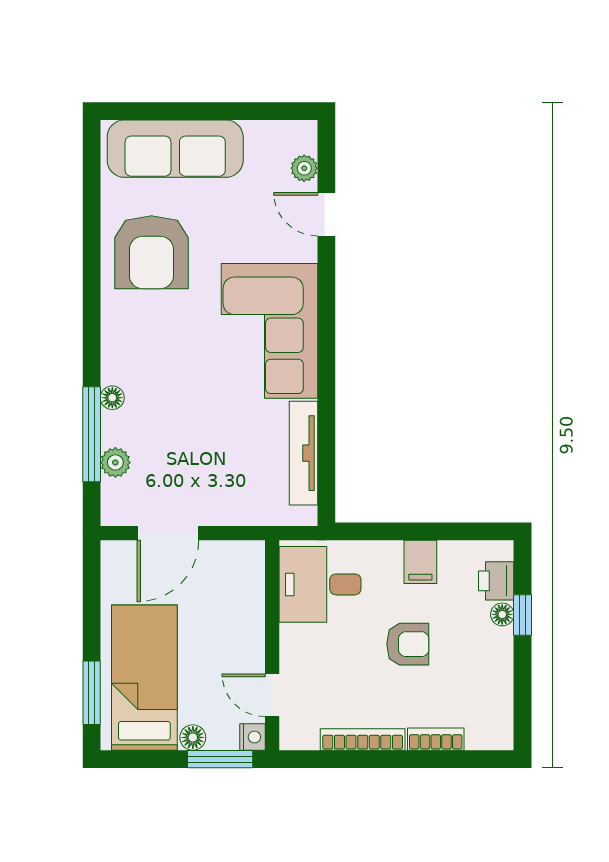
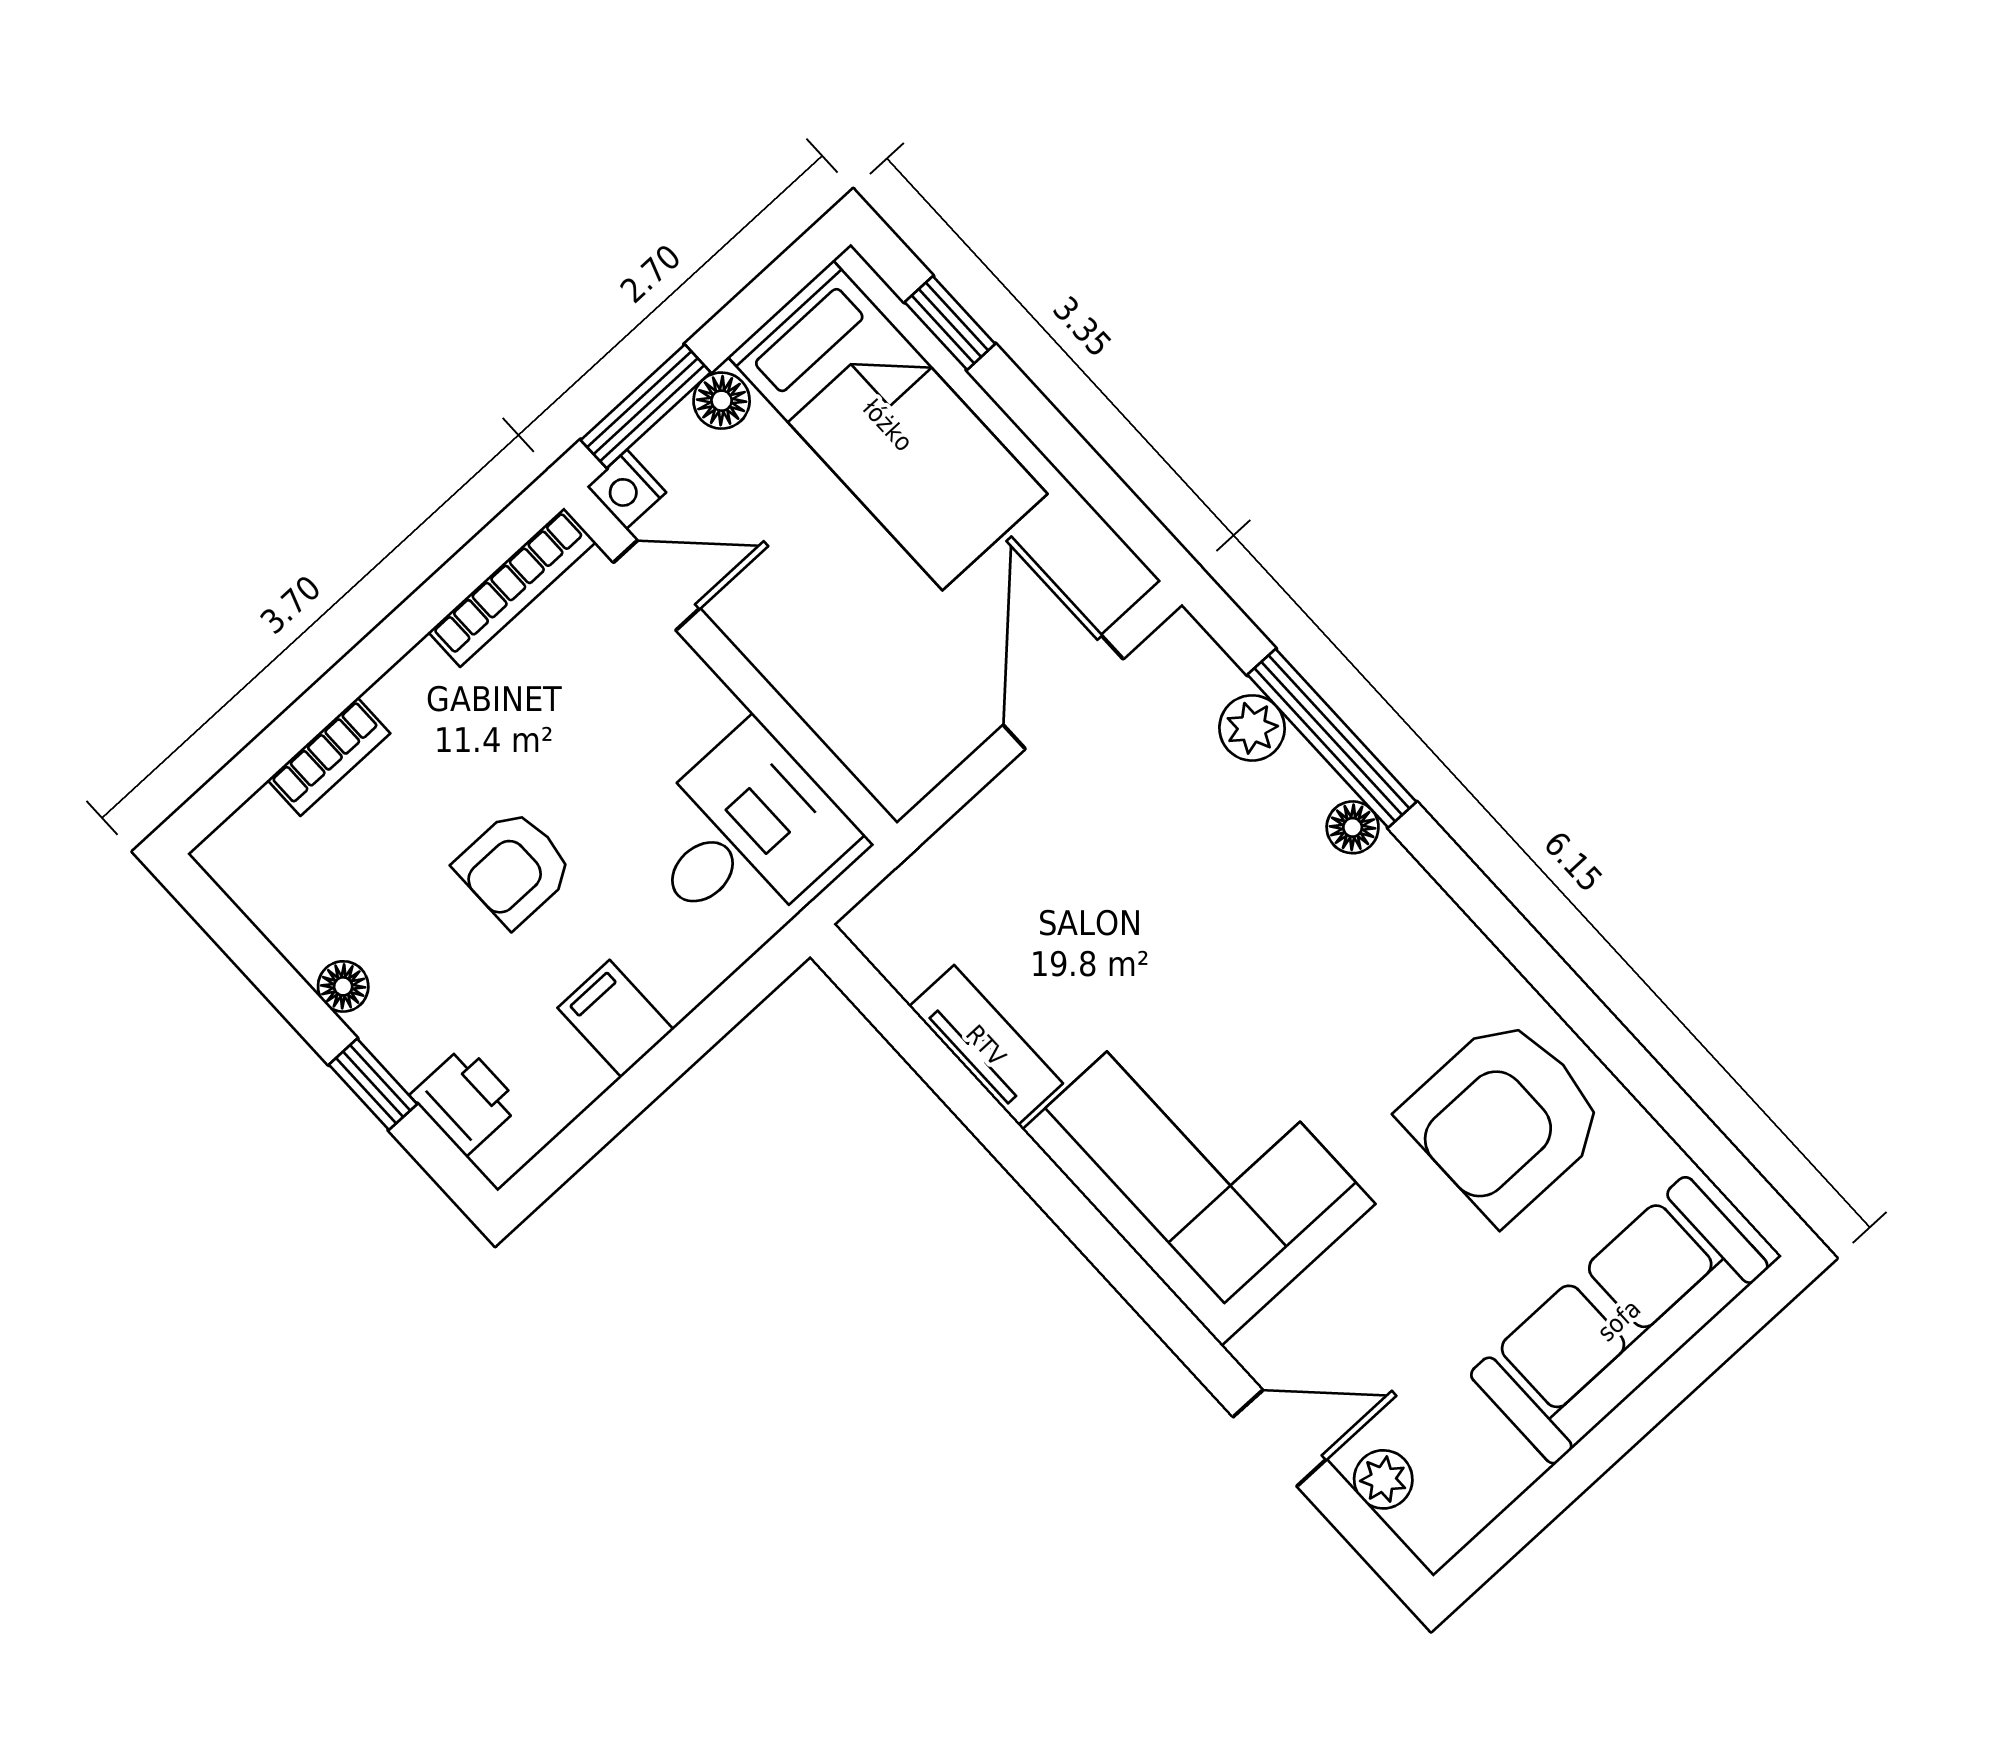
armchair: (151, 252) -> (1504, 1119), turned -90
tv unit: (303, 453) -> (986, 1045), width x0.71
floor lamp: (502, 614) -> (343, 986), moved
window: (92, 693) -> (950, 323), width x0.67
bookcase: (363, 740) -> (512, 587), moved

